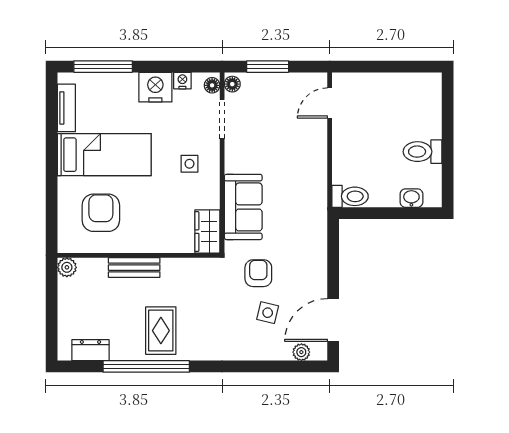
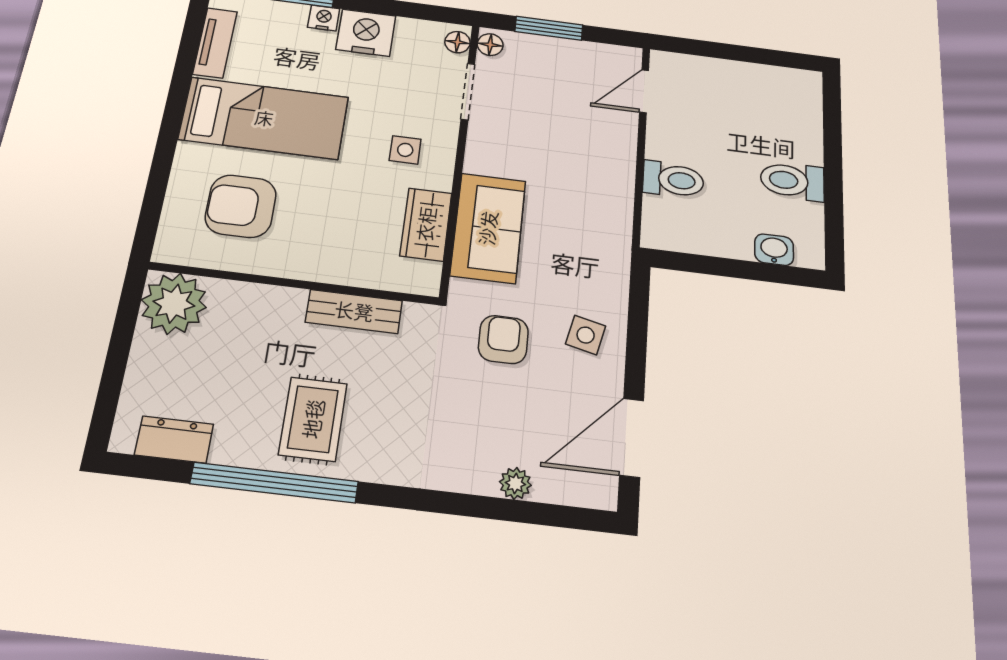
nightstand: (182, 81) -> (324, 18), moved
toilet: (350, 196) -> (673, 180), moved
armchair: (101, 213) -> (241, 206), turned -90
wardrobe: (207, 232) -> (426, 224), moved
plant: (67, 267) -> (174, 304), width x1.88, depth x1.88
bench: (134, 268) -> (354, 311), moved
side table: (268, 313) -> (586, 335), moved
plant: (301, 352) -> (515, 483), moved

